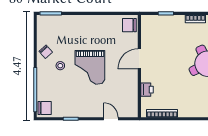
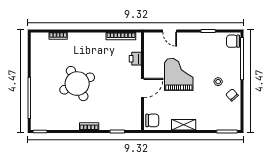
shelving: (96, 20) -> (184, 125), added
grand piano: (90, 67) -> (179, 74), moved

